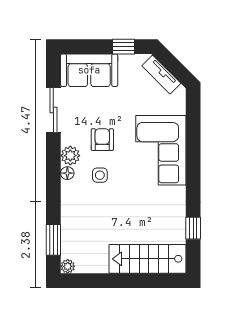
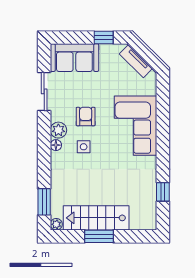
stairs: (147, 259) -> (96, 218), moved
window: (118, 281) -> (99, 236), added

